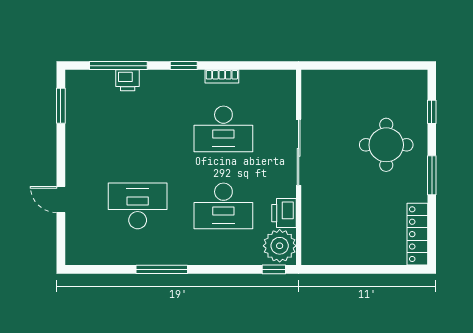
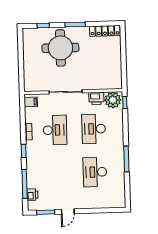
printer: (128, 80) -> (32, 195), moved
filing cabinet: (281, 83) -> (31, 102), added
round table: (386, 145) -> (60, 48), width x1.36, depth x1.36
door: (61, 200) -> (68, 211), moved
desk: (223, 206) -> (94, 129), turned 180

